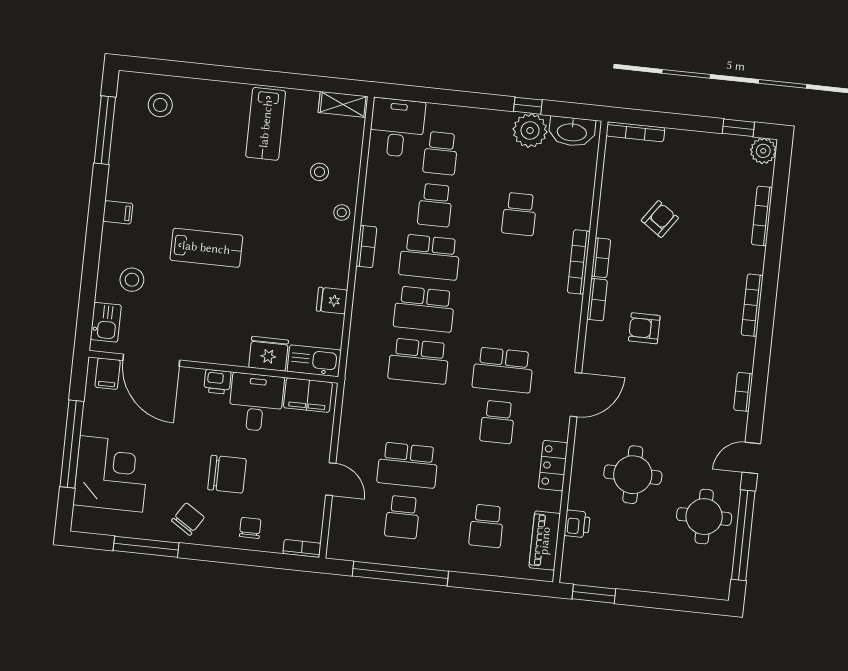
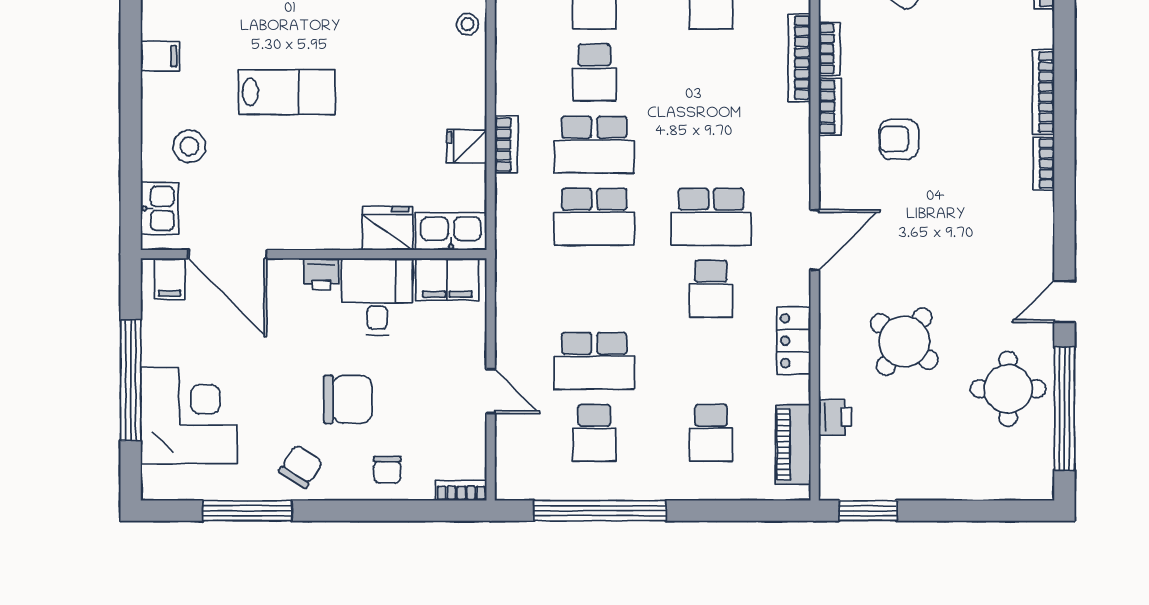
bookcase: (366, 246) -> (506, 144), moved
school desk: (430, 257) -> (594, 73), width x0.54
bookcase: (743, 392) -> (1044, 164), moved
round table: (633, 475) -> (904, 342), turned 36
chair: (250, 528) -> (387, 470), turned 180

